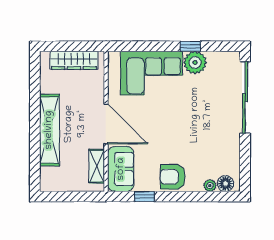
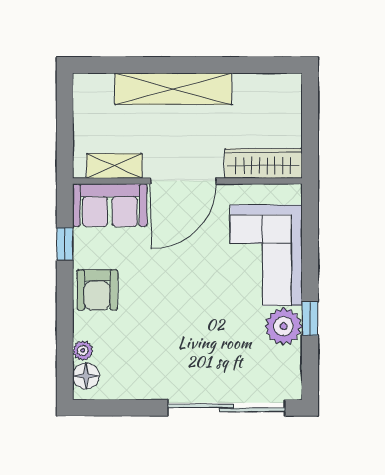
wardrobe: (74, 60) -> (263, 163), moved, turned 90
armchair: (173, 177) -> (97, 290), turned 180

